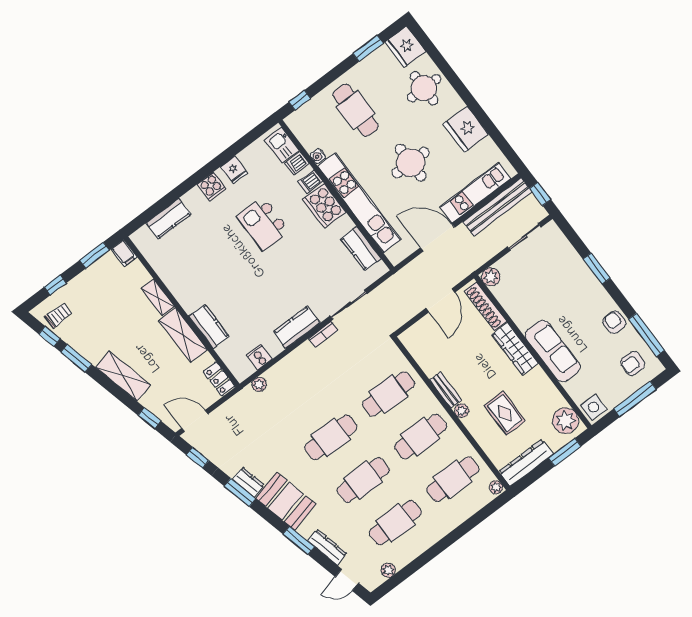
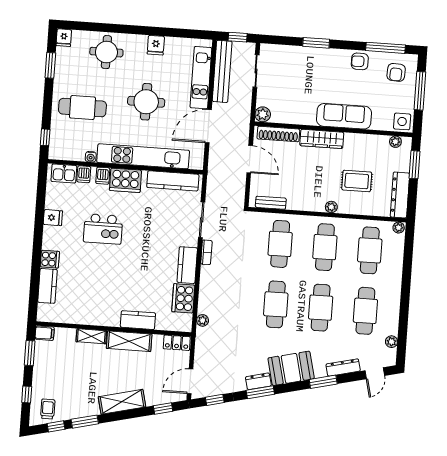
fridge: (405, 47) -> (64, 38), width x0.53, depth x0.75
fridge: (466, 129) -> (156, 45), width x0.53, depth x0.75
cooker: (212, 187) -> (50, 259), moved
kitchen counter: (361, 248) -> (173, 181), width x1.50
cooker: (259, 357) -> (183, 298), width x1.87, depth x1.31
bench: (446, 390) -> (271, 203), moved
plant: (565, 421) -> (395, 142), width x0.53, depth x0.53

